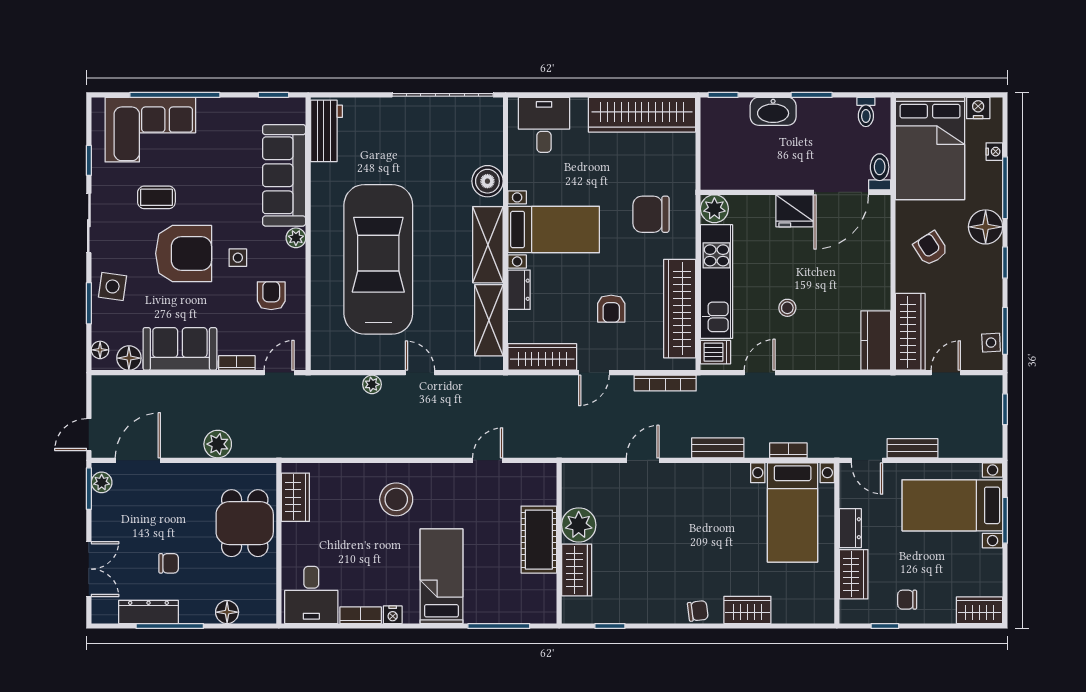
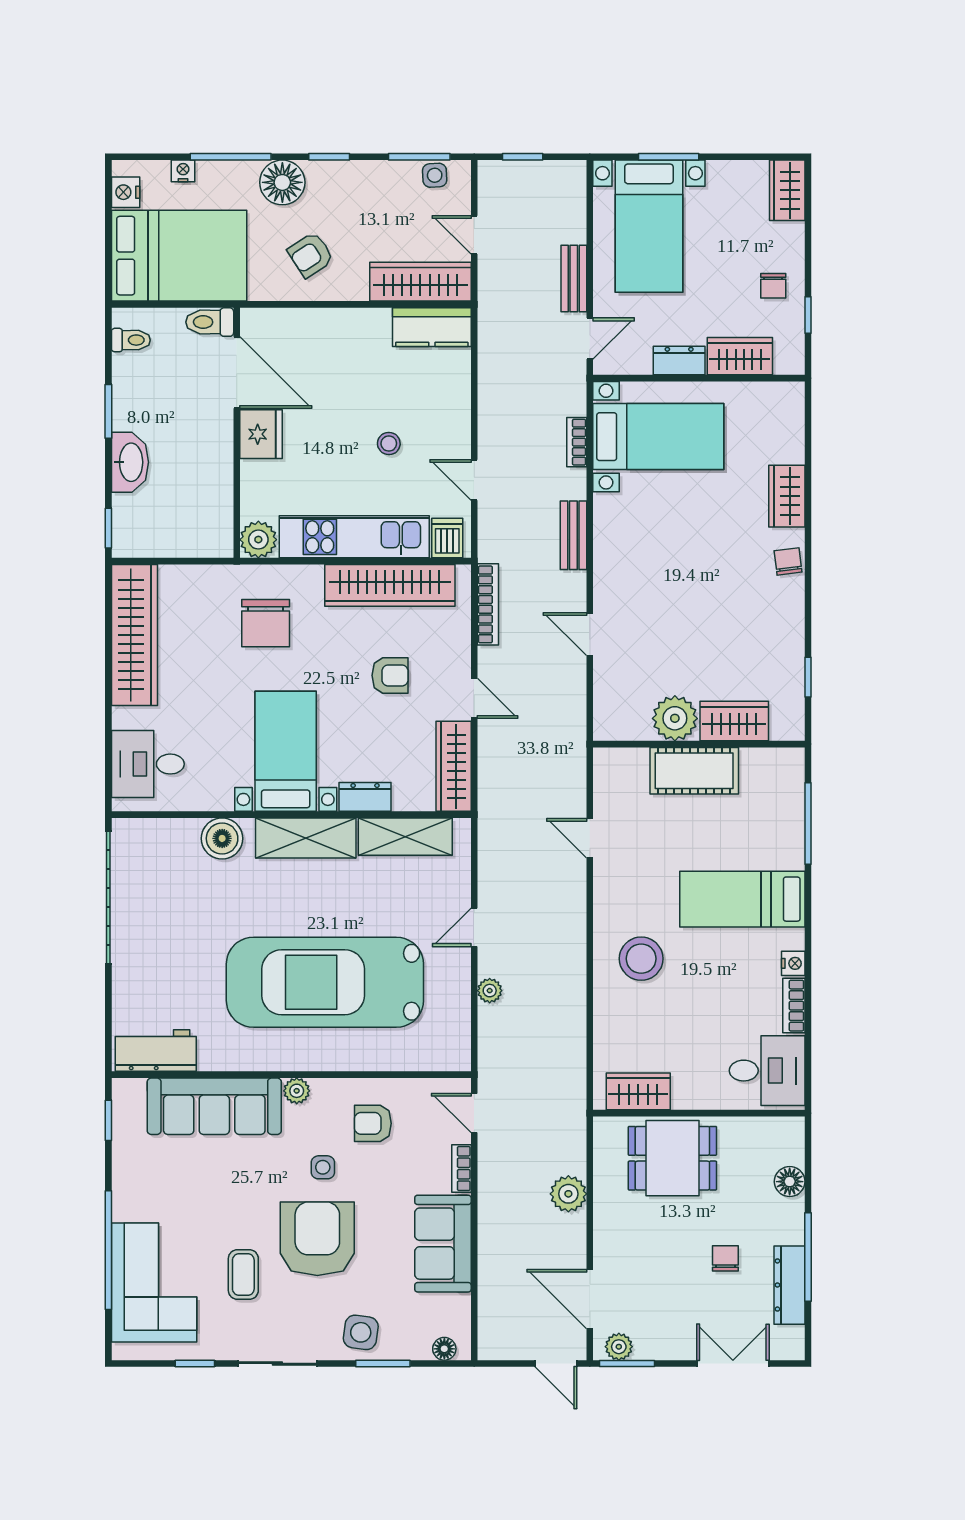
floor lamp: (129, 358) -> (455, 1311), removed

